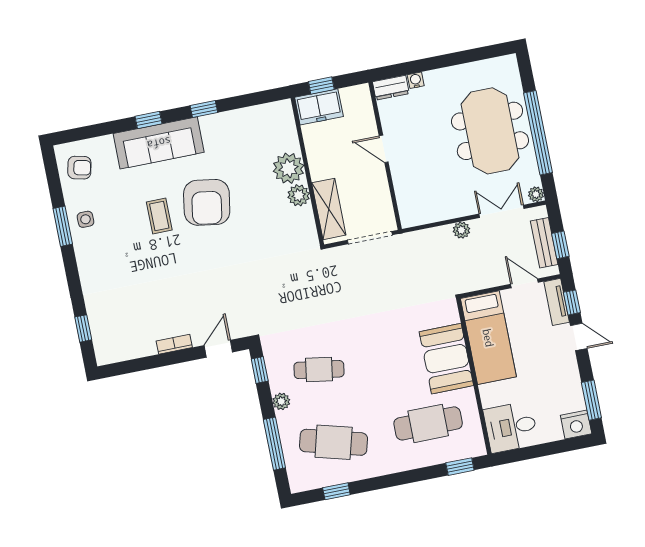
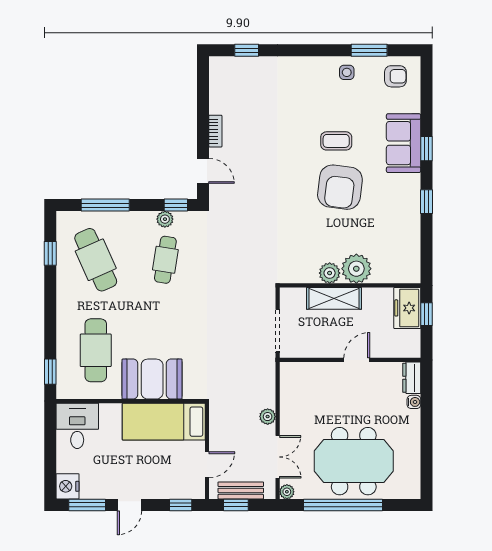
sofa: (159, 143) -> (404, 143), width x0.73
armchair: (79, 168) -> (395, 76), turned -103
armchair: (207, 202) -> (340, 187), turned -92
shelving: (329, 209) -> (334, 298), moved
window: (63, 226) -> (369, 50), moved
tv unit: (557, 302) -> (184, 491), removed
door: (579, 337) -> (129, 505), moved
plant: (281, 401) -> (165, 219), moved
cafe table: (334, 442) -> (96, 260), turned -39

